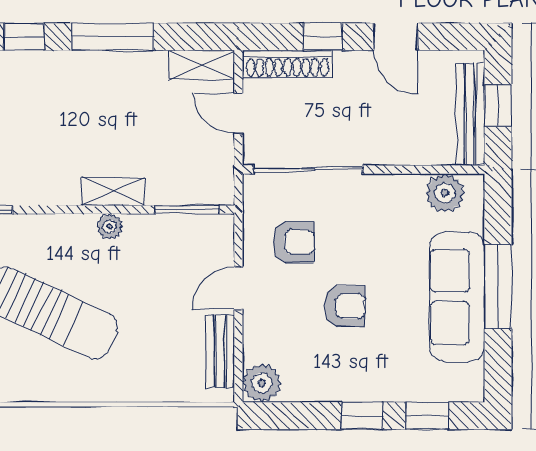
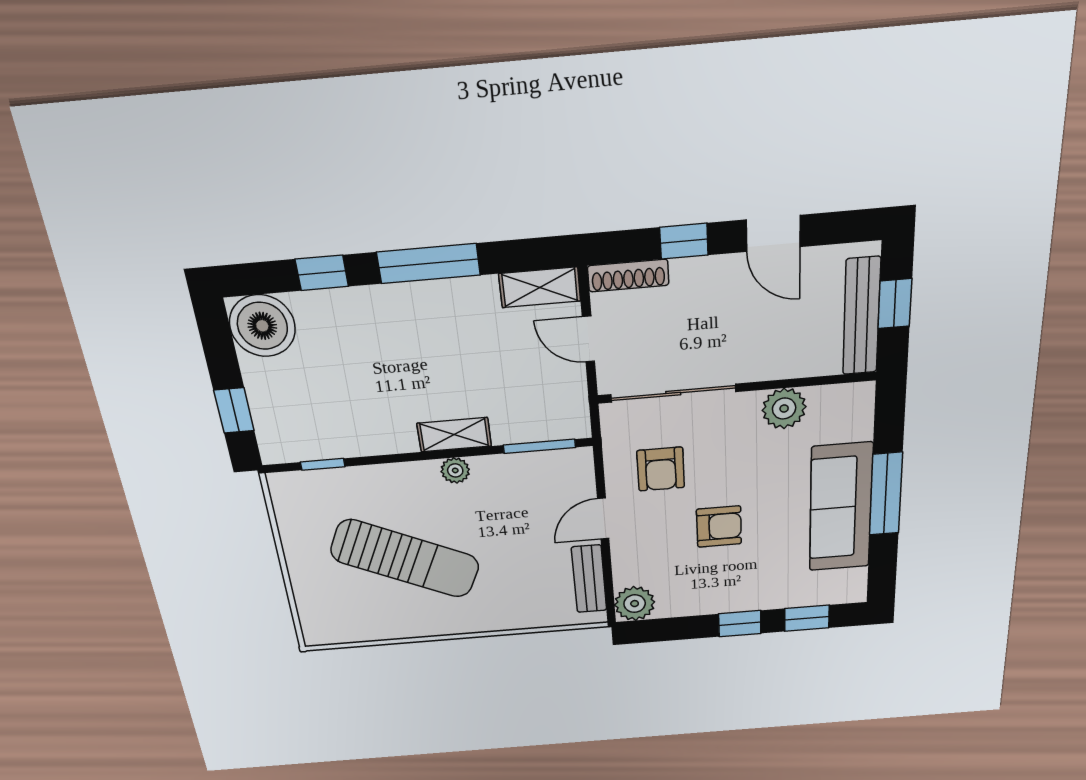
shoe rack: (287, 64) -> (628, 276), width x0.74, depth x0.81
plant: (445, 193) -> (784, 409), moved
armchair: (294, 242) -> (661, 469), turned 90

